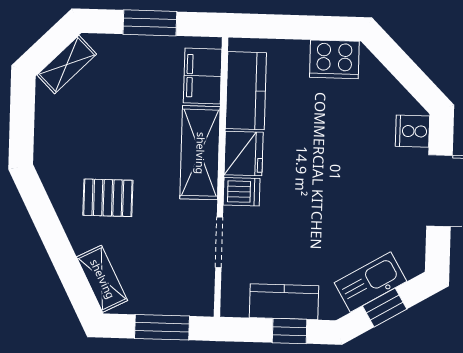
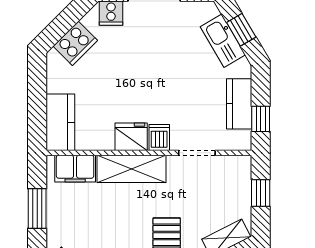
cooker: (334, 59) -> (75, 43), moved, turned 45
kitchen counter: (246, 91) -> (60, 122), moved, turned 90
window: (162, 327) -> (261, 193), width x0.67
window: (290, 331) -> (261, 119), moved

